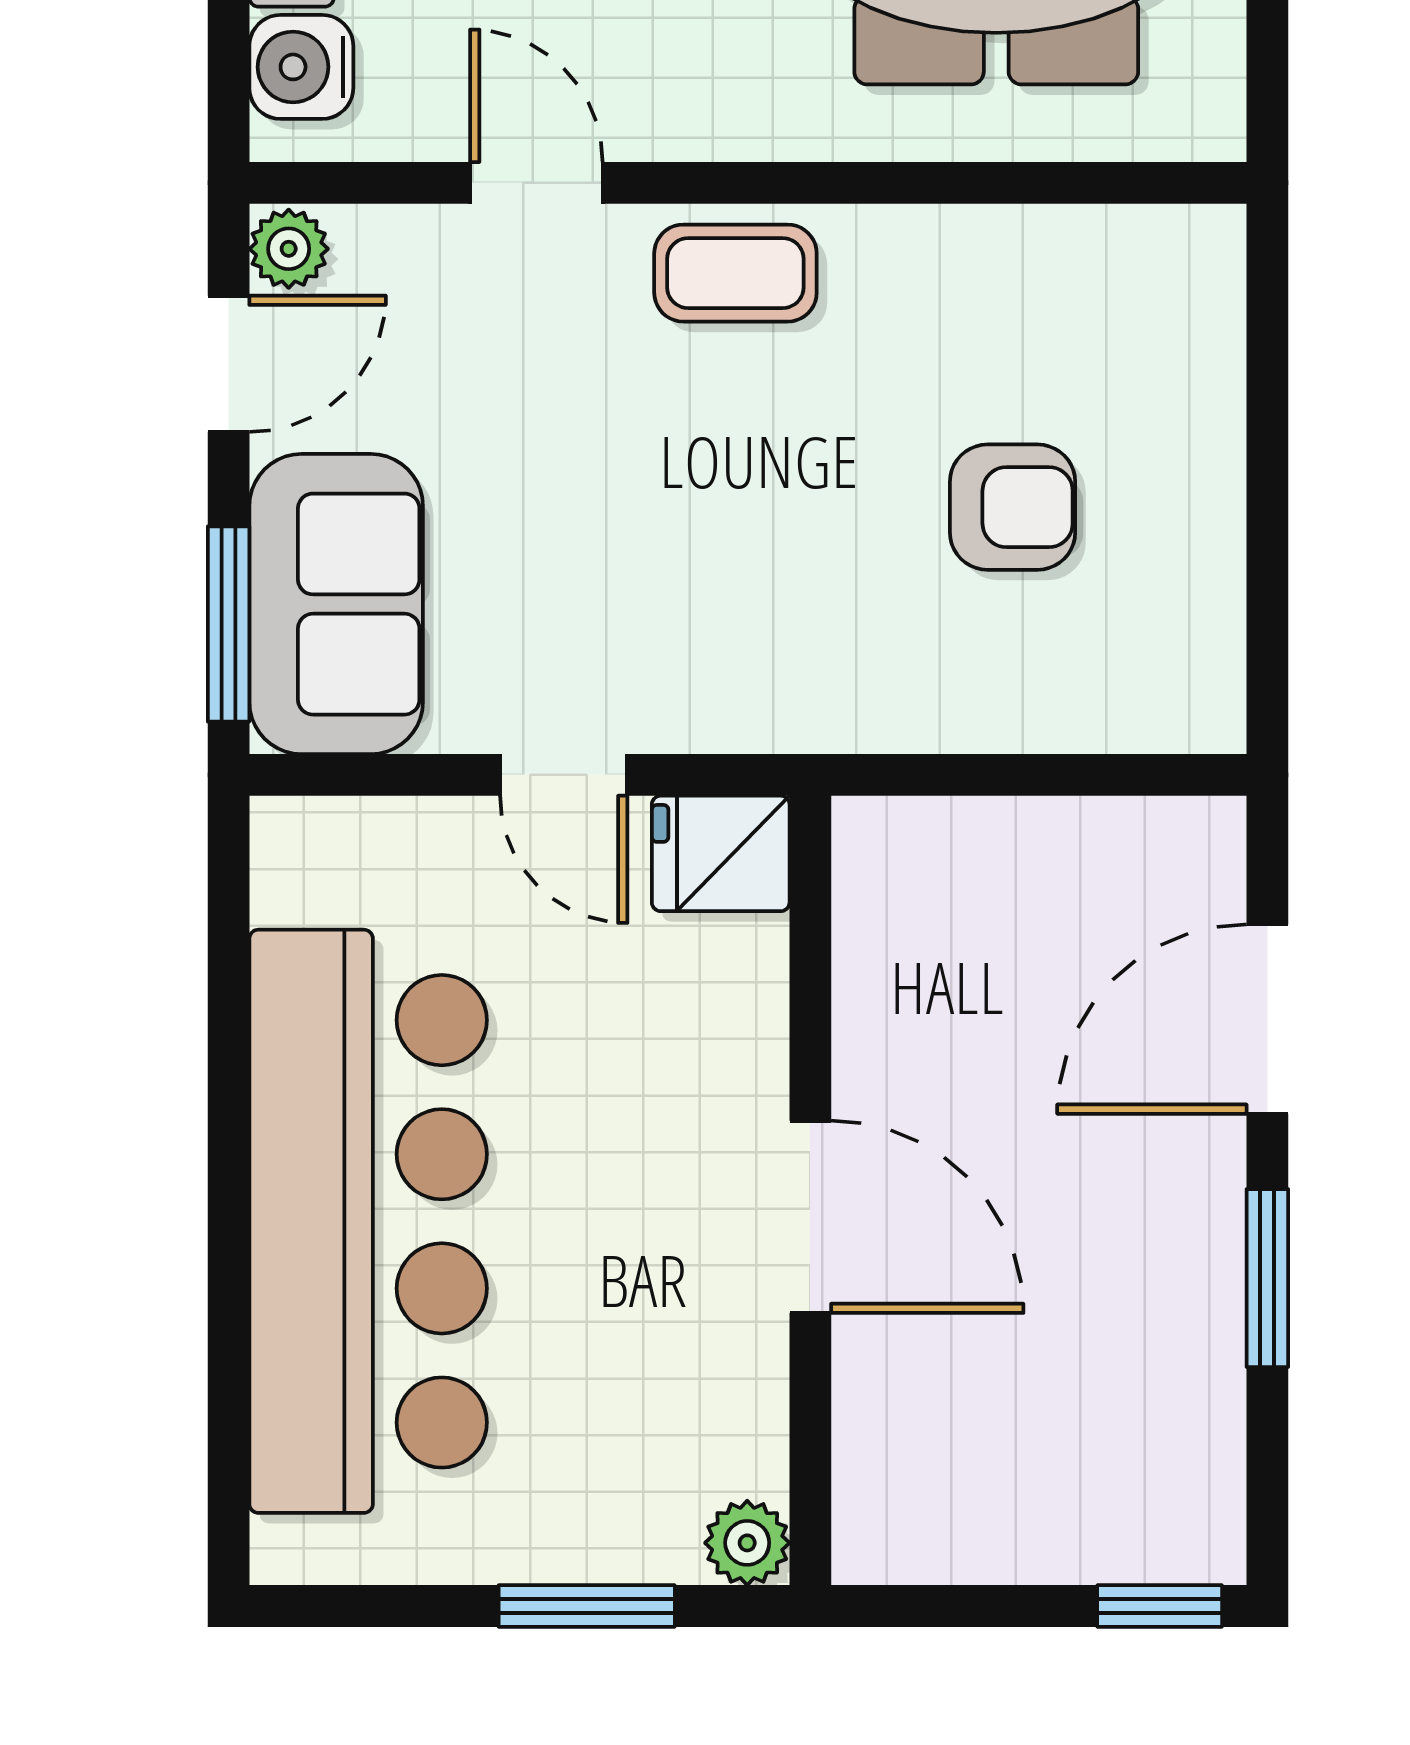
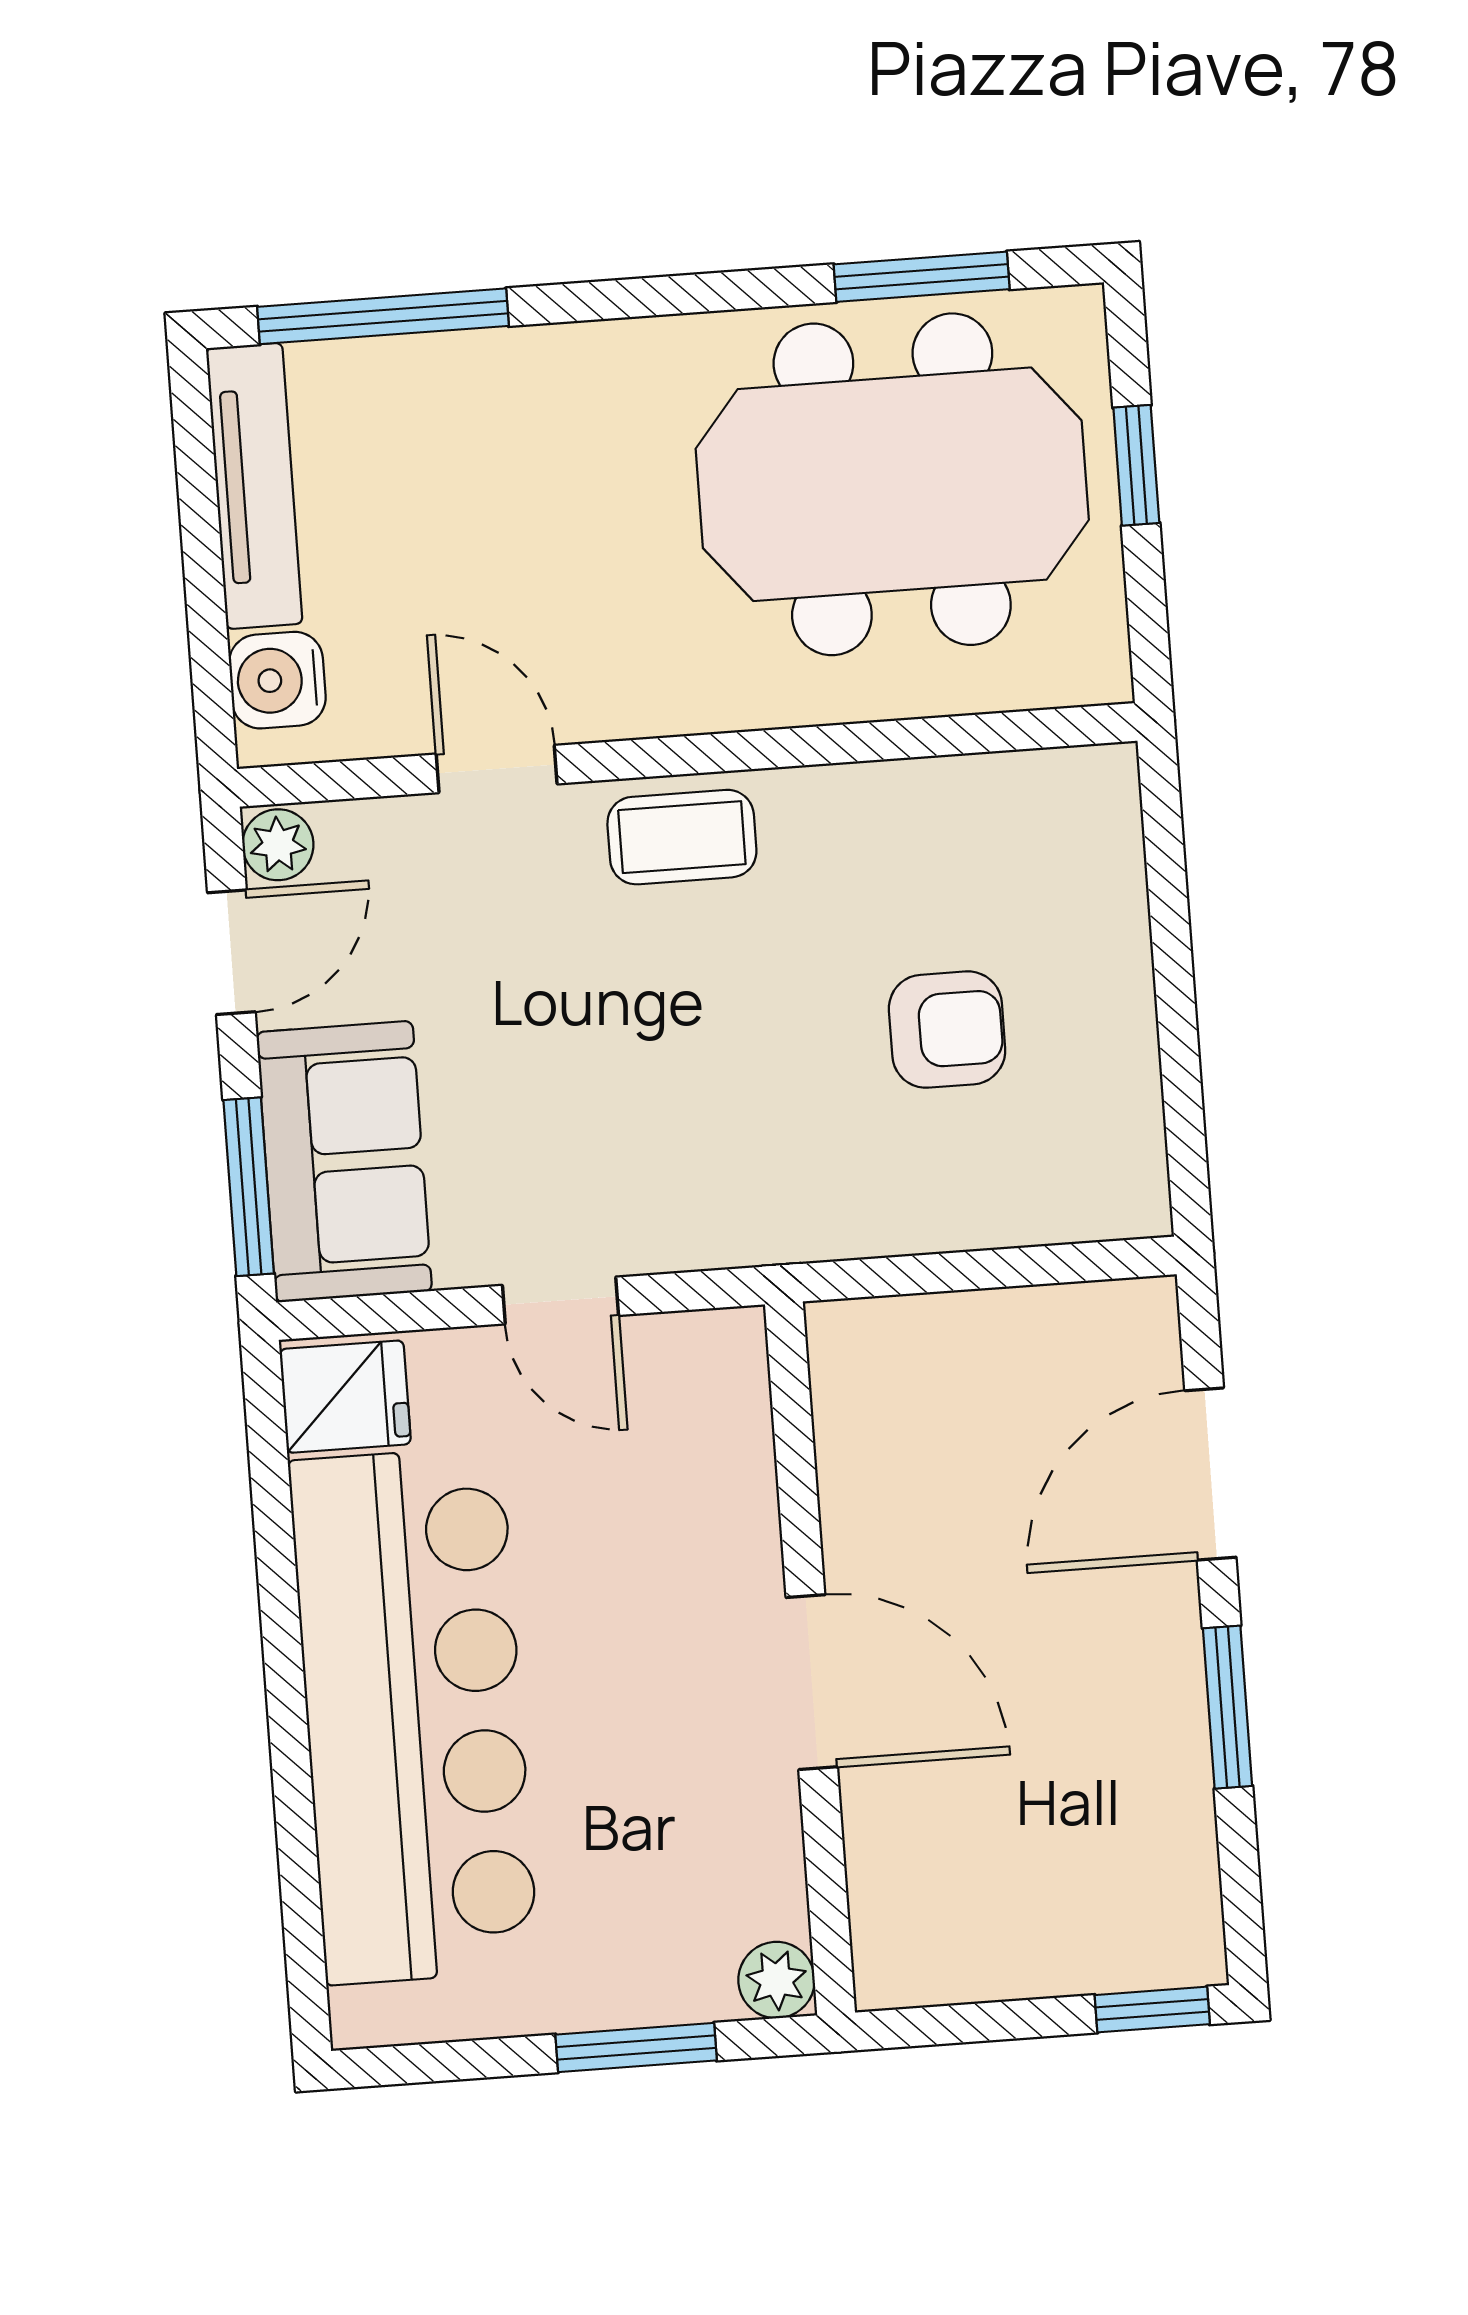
fridge: (721, 853) -> (345, 1397), moved, turned 180

